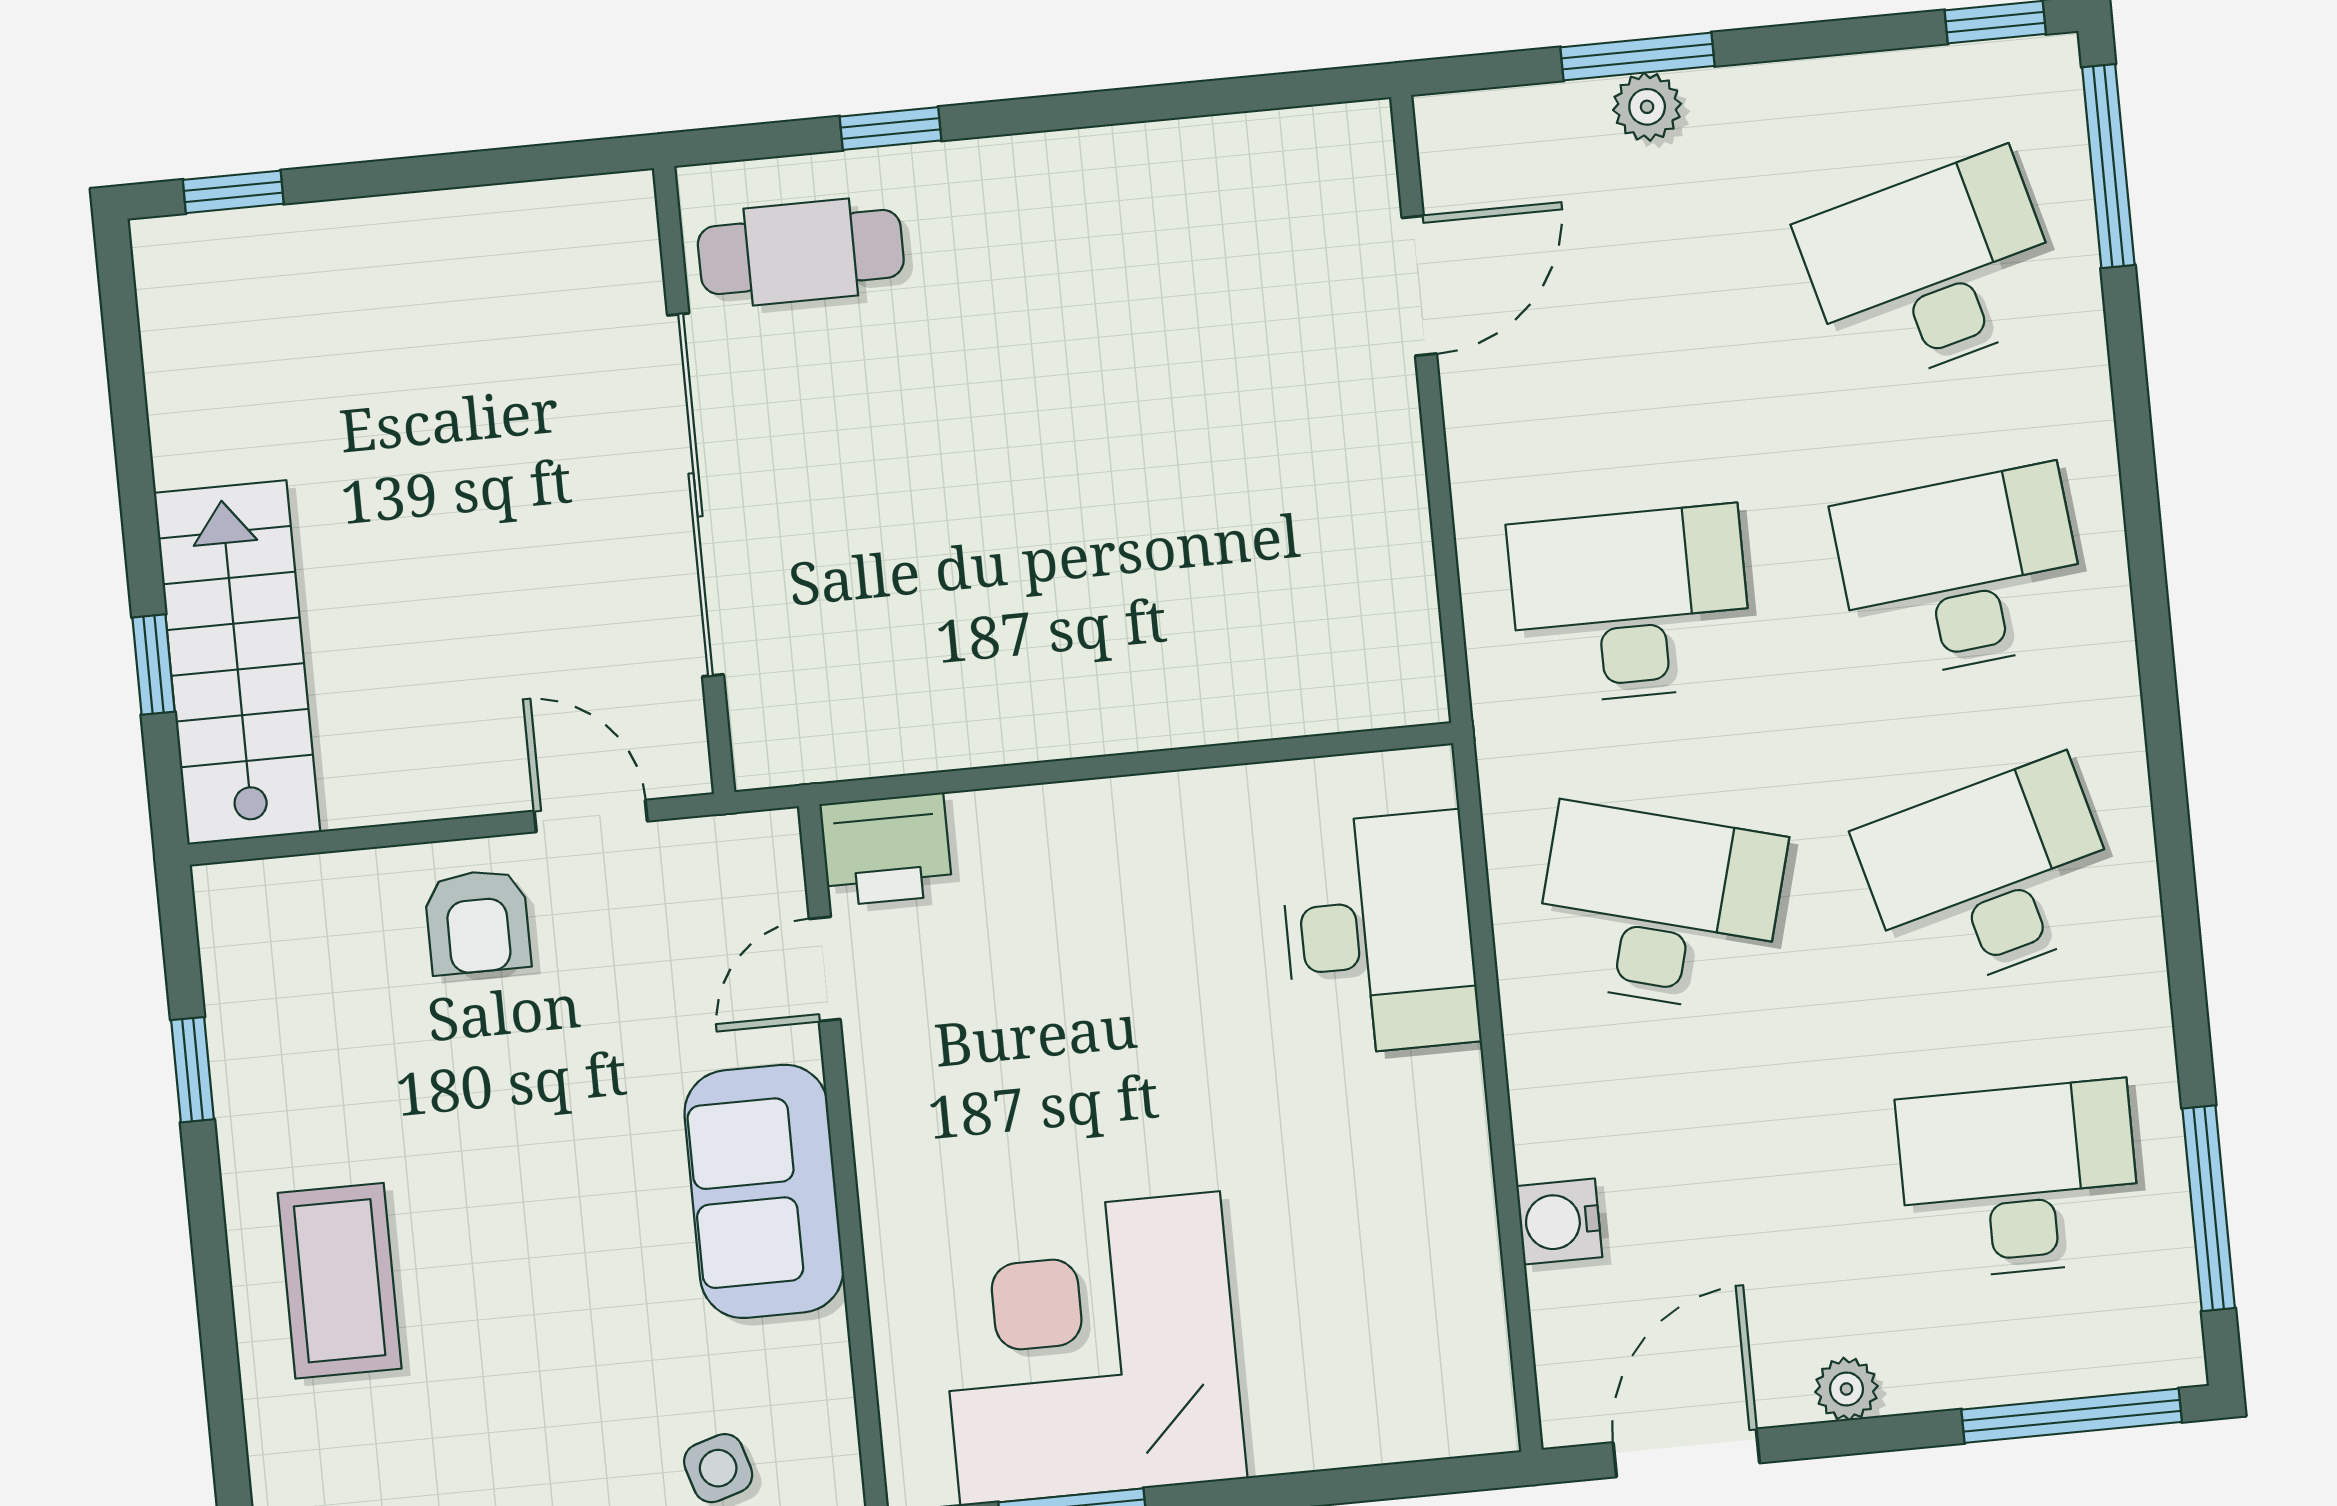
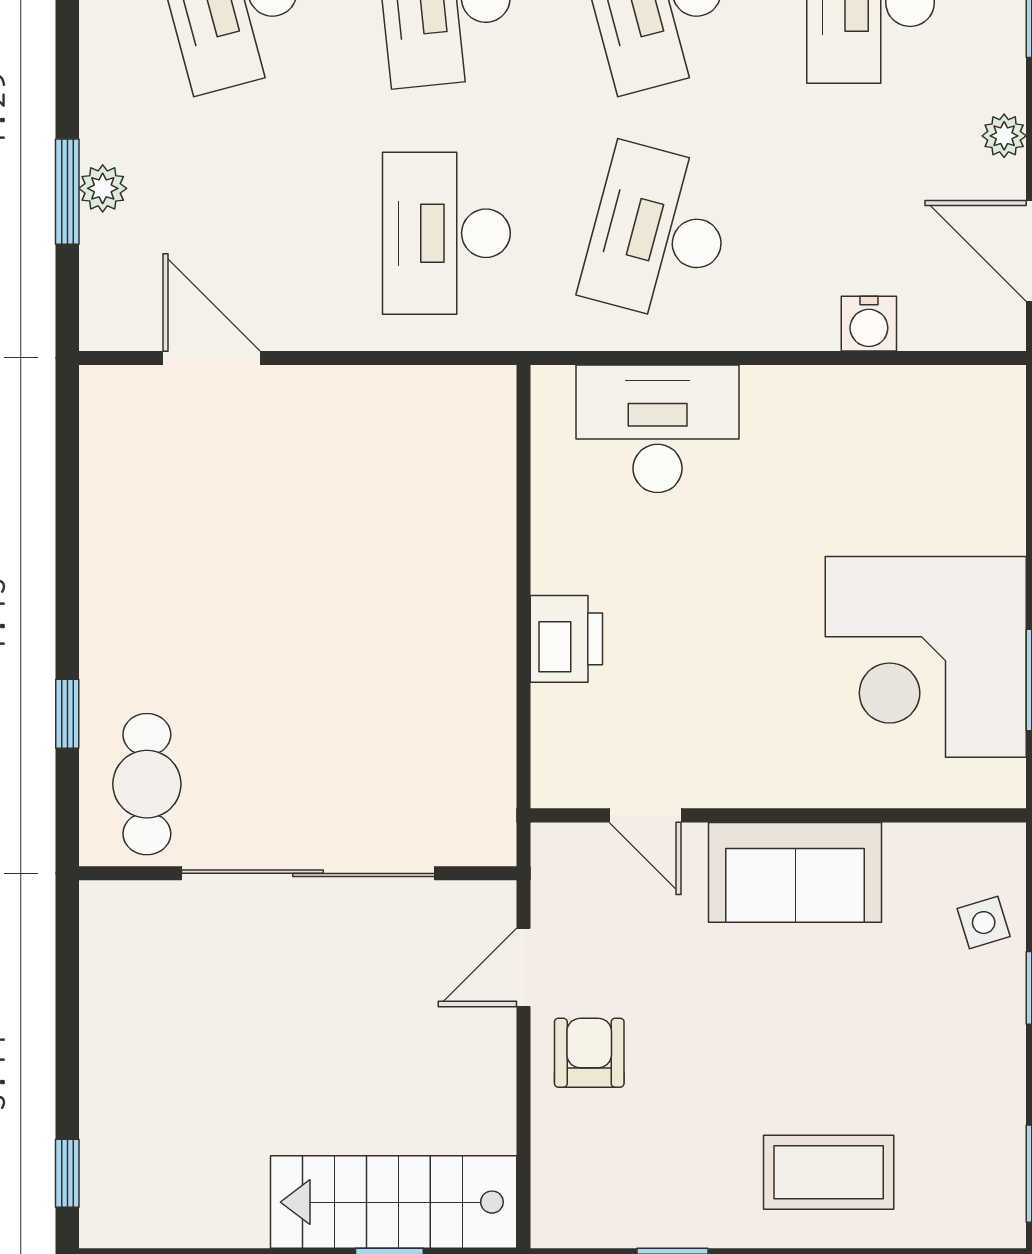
printer: (886, 850) -> (566, 639), moved
armchair: (478, 922) -> (589, 1053), turned -90

